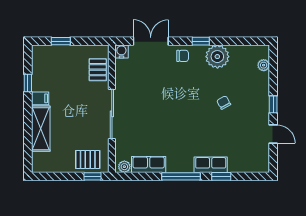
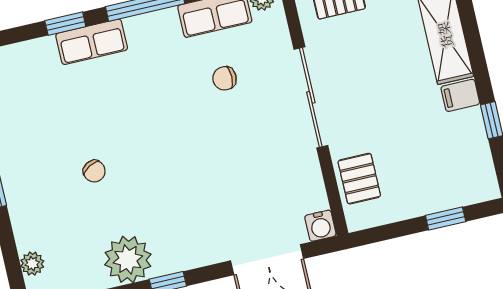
chair: (183, 56) -> (225, 78), moved

